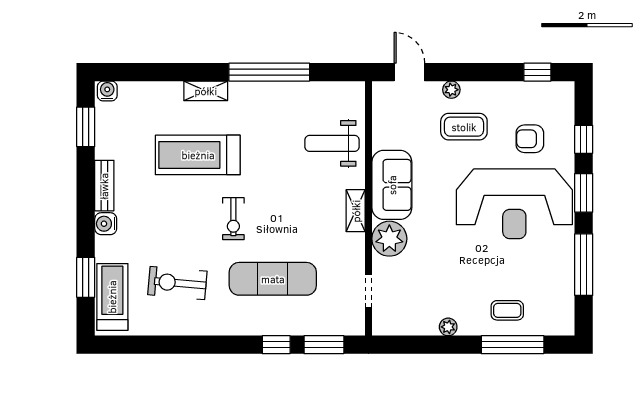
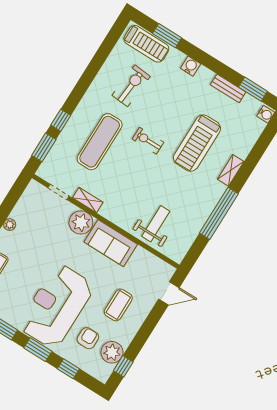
plant: (451, 90) -> (112, 352), moved, width x1.87, depth x1.87
treadmill: (198, 155) -> (197, 143), turned 180
bench: (104, 186) -> (228, 88), moved
shelving: (356, 211) -> (88, 200), moved

